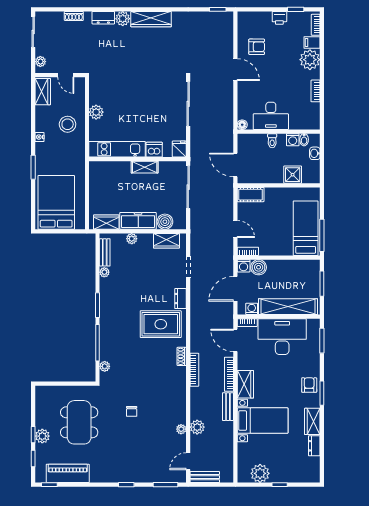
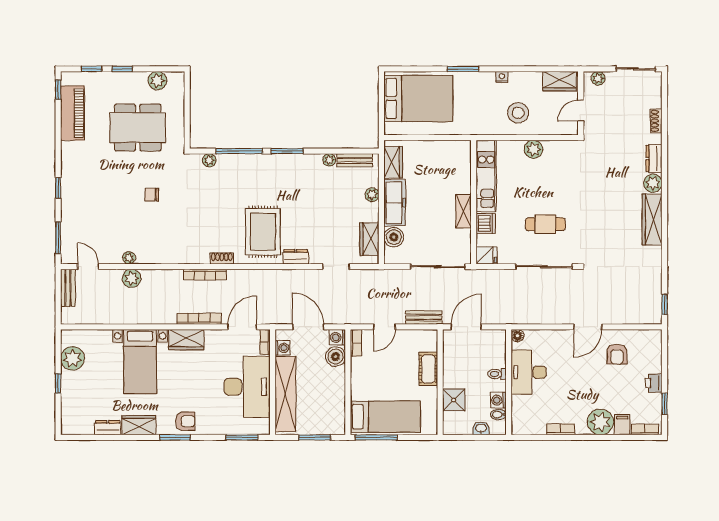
cafe table: (155, 103) -> (545, 224), added
cot: (251, 195) -> (428, 369), moved
bench: (228, 407) -> (424, 318), moved
plant: (42, 436) -> (157, 81), moved

